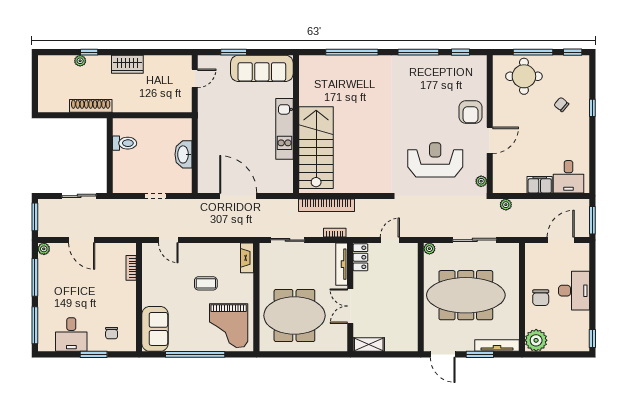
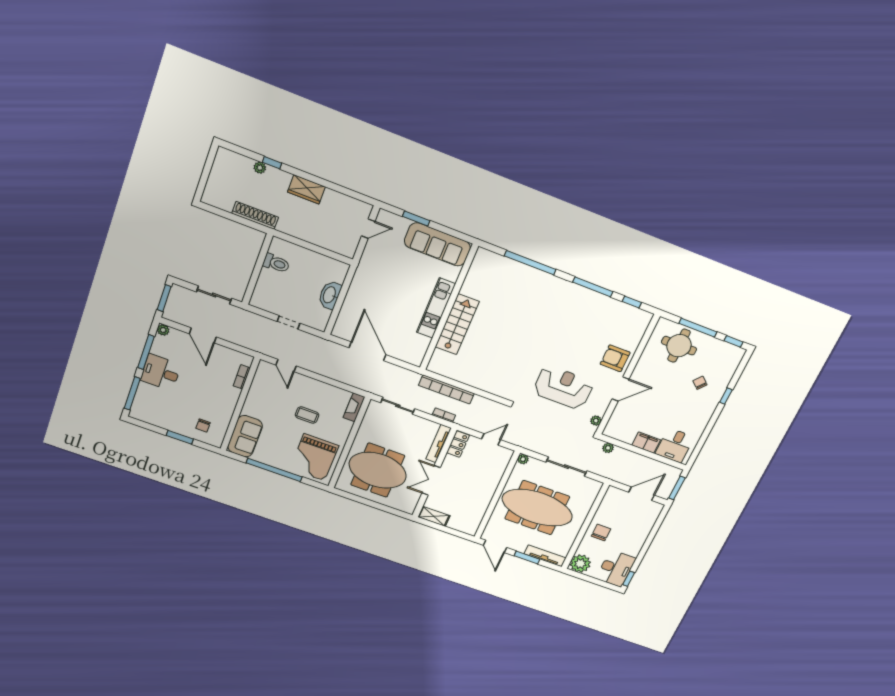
armchair: (471, 112) -> (615, 358), turned 90
stairs: (316, 148) -> (457, 324), width x0.73, depth x0.66
desk: (574, 291) -> (616, 568), moved
chair: (541, 298) -> (601, 532), turned 180
desk: (71, 335) -> (161, 372), moved, turned 90

